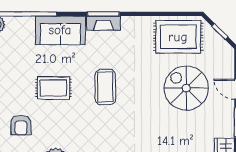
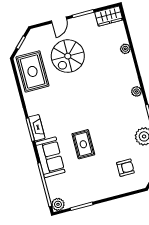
coffee table: (105, 87) -> (82, 114), removed
rug: (53, 88) -> (83, 144), moved

